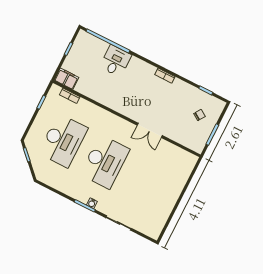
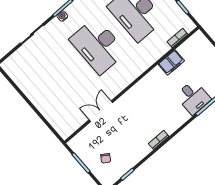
filing cabinet: (67, 79) -> (171, 62), moved
double door: (150, 130) -> (101, 111), moved

